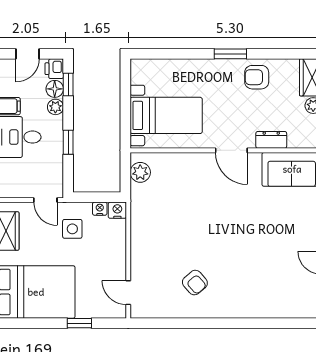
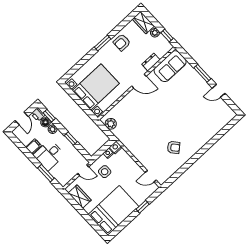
bed with nightstands: (166, 115) -> (96, 87), width x1.36

